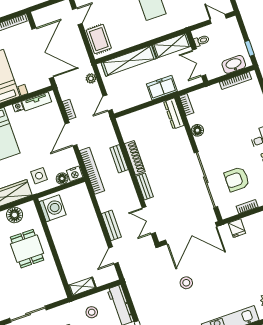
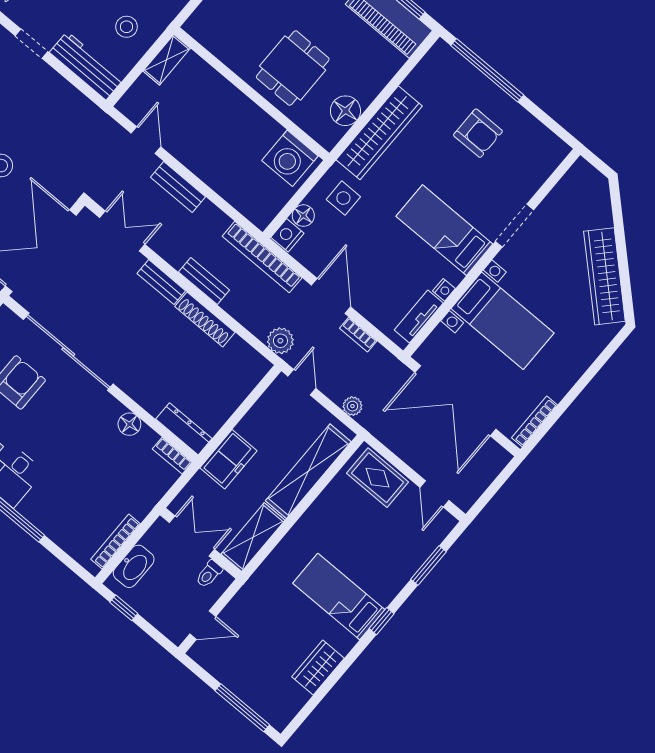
plant: (106, 128) -> (280, 341), added
bench: (119, 159) -> (204, 281), moved
dining table: (27, 249) -> (293, 68), turned 90

